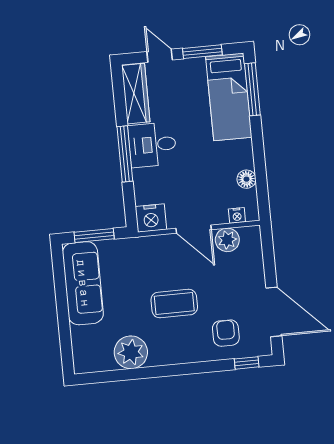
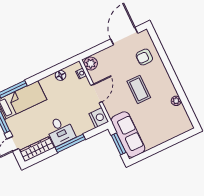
plant: (227, 240) -> (91, 64), moved
sofa: (83, 283) -> (128, 135), moved, turned 90
plant: (131, 352) -> (176, 101), width x0.53, depth x0.53
window: (247, 363) -> (156, 41), removed

